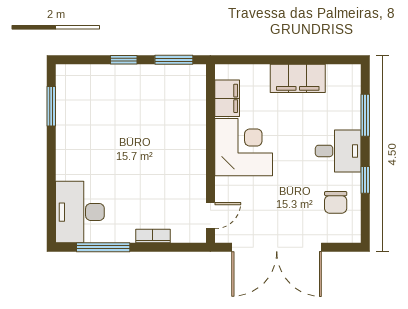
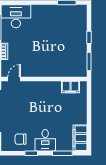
filing cabinet: (298, 78) -> (80, 138), moved
corner desk: (244, 147) -> (47, 95), removed
door: (210, 216) -> (14, 79), swing flipped

